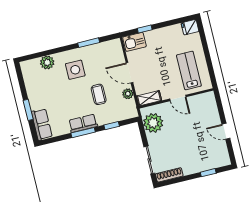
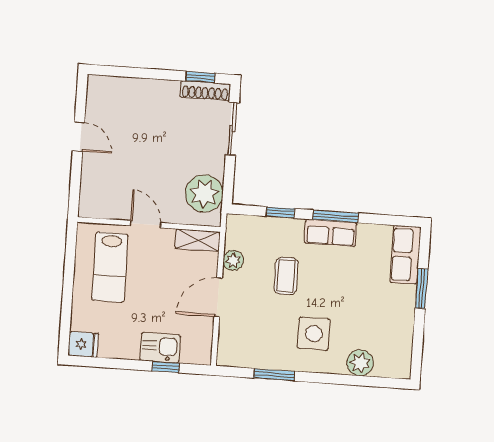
kitchen sink: (134, 42) -> (160, 348), moved
door: (129, 73) -> (218, 297), swing flipped
window: (208, 173) -> (200, 77), moved

